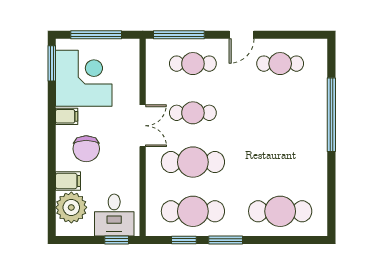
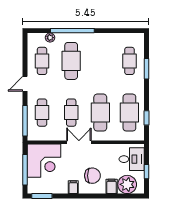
door: (242, 35) -> (25, 84), swing flipped
plant: (320, 77) -> (50, 38), added
corner desk: (84, 78) -> (44, 161), moved, turned 180
cafe table: (280, 113) -> (71, 61), added
cafe table: (280, 211) -> (129, 61), width x0.73, depth x0.74
window: (117, 240) -> (146, 172), moved
window: (226, 240) -> (146, 69), moved

